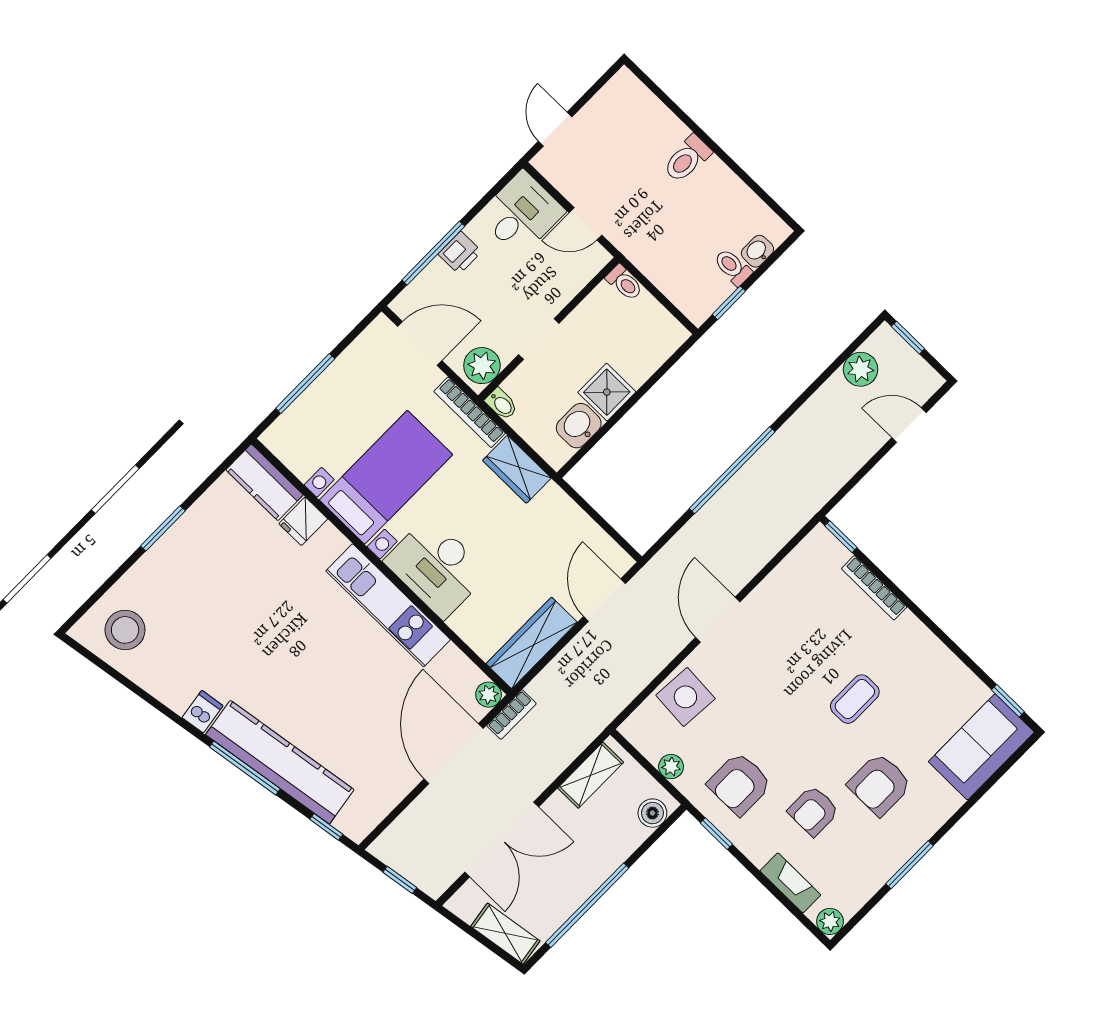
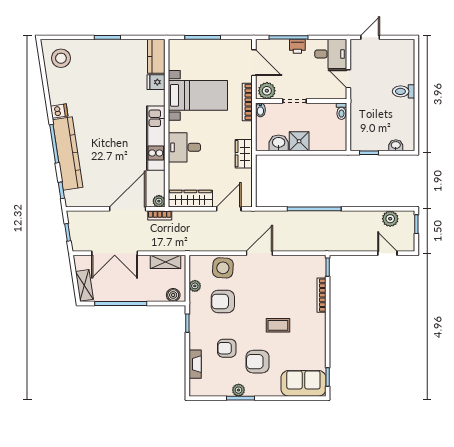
toilet: (733, 267) -> (382, 142), removed
wardrobe: (517, 469) -> (244, 154), moved
desk: (436, 567) -> (184, 147), width x0.73
armchair: (740, 784) -> (223, 302), moved
plant: (830, 921) -> (239, 390), moved

